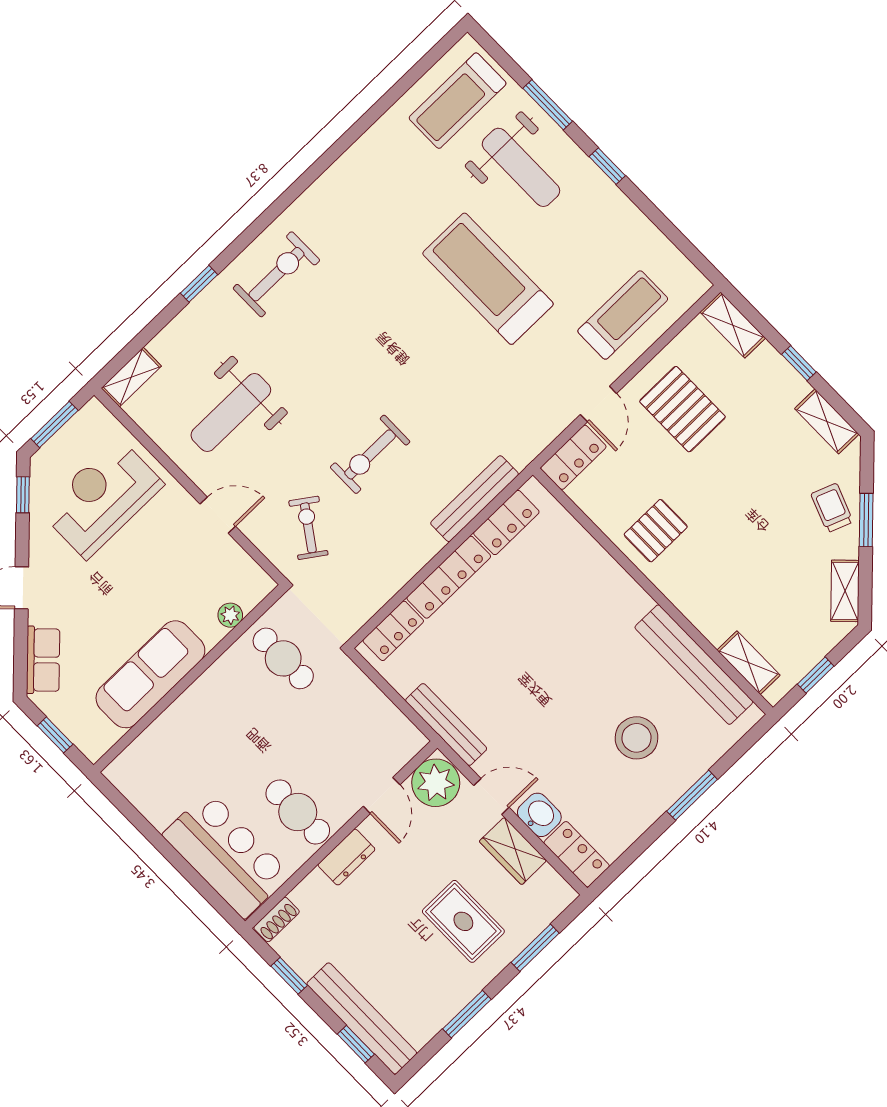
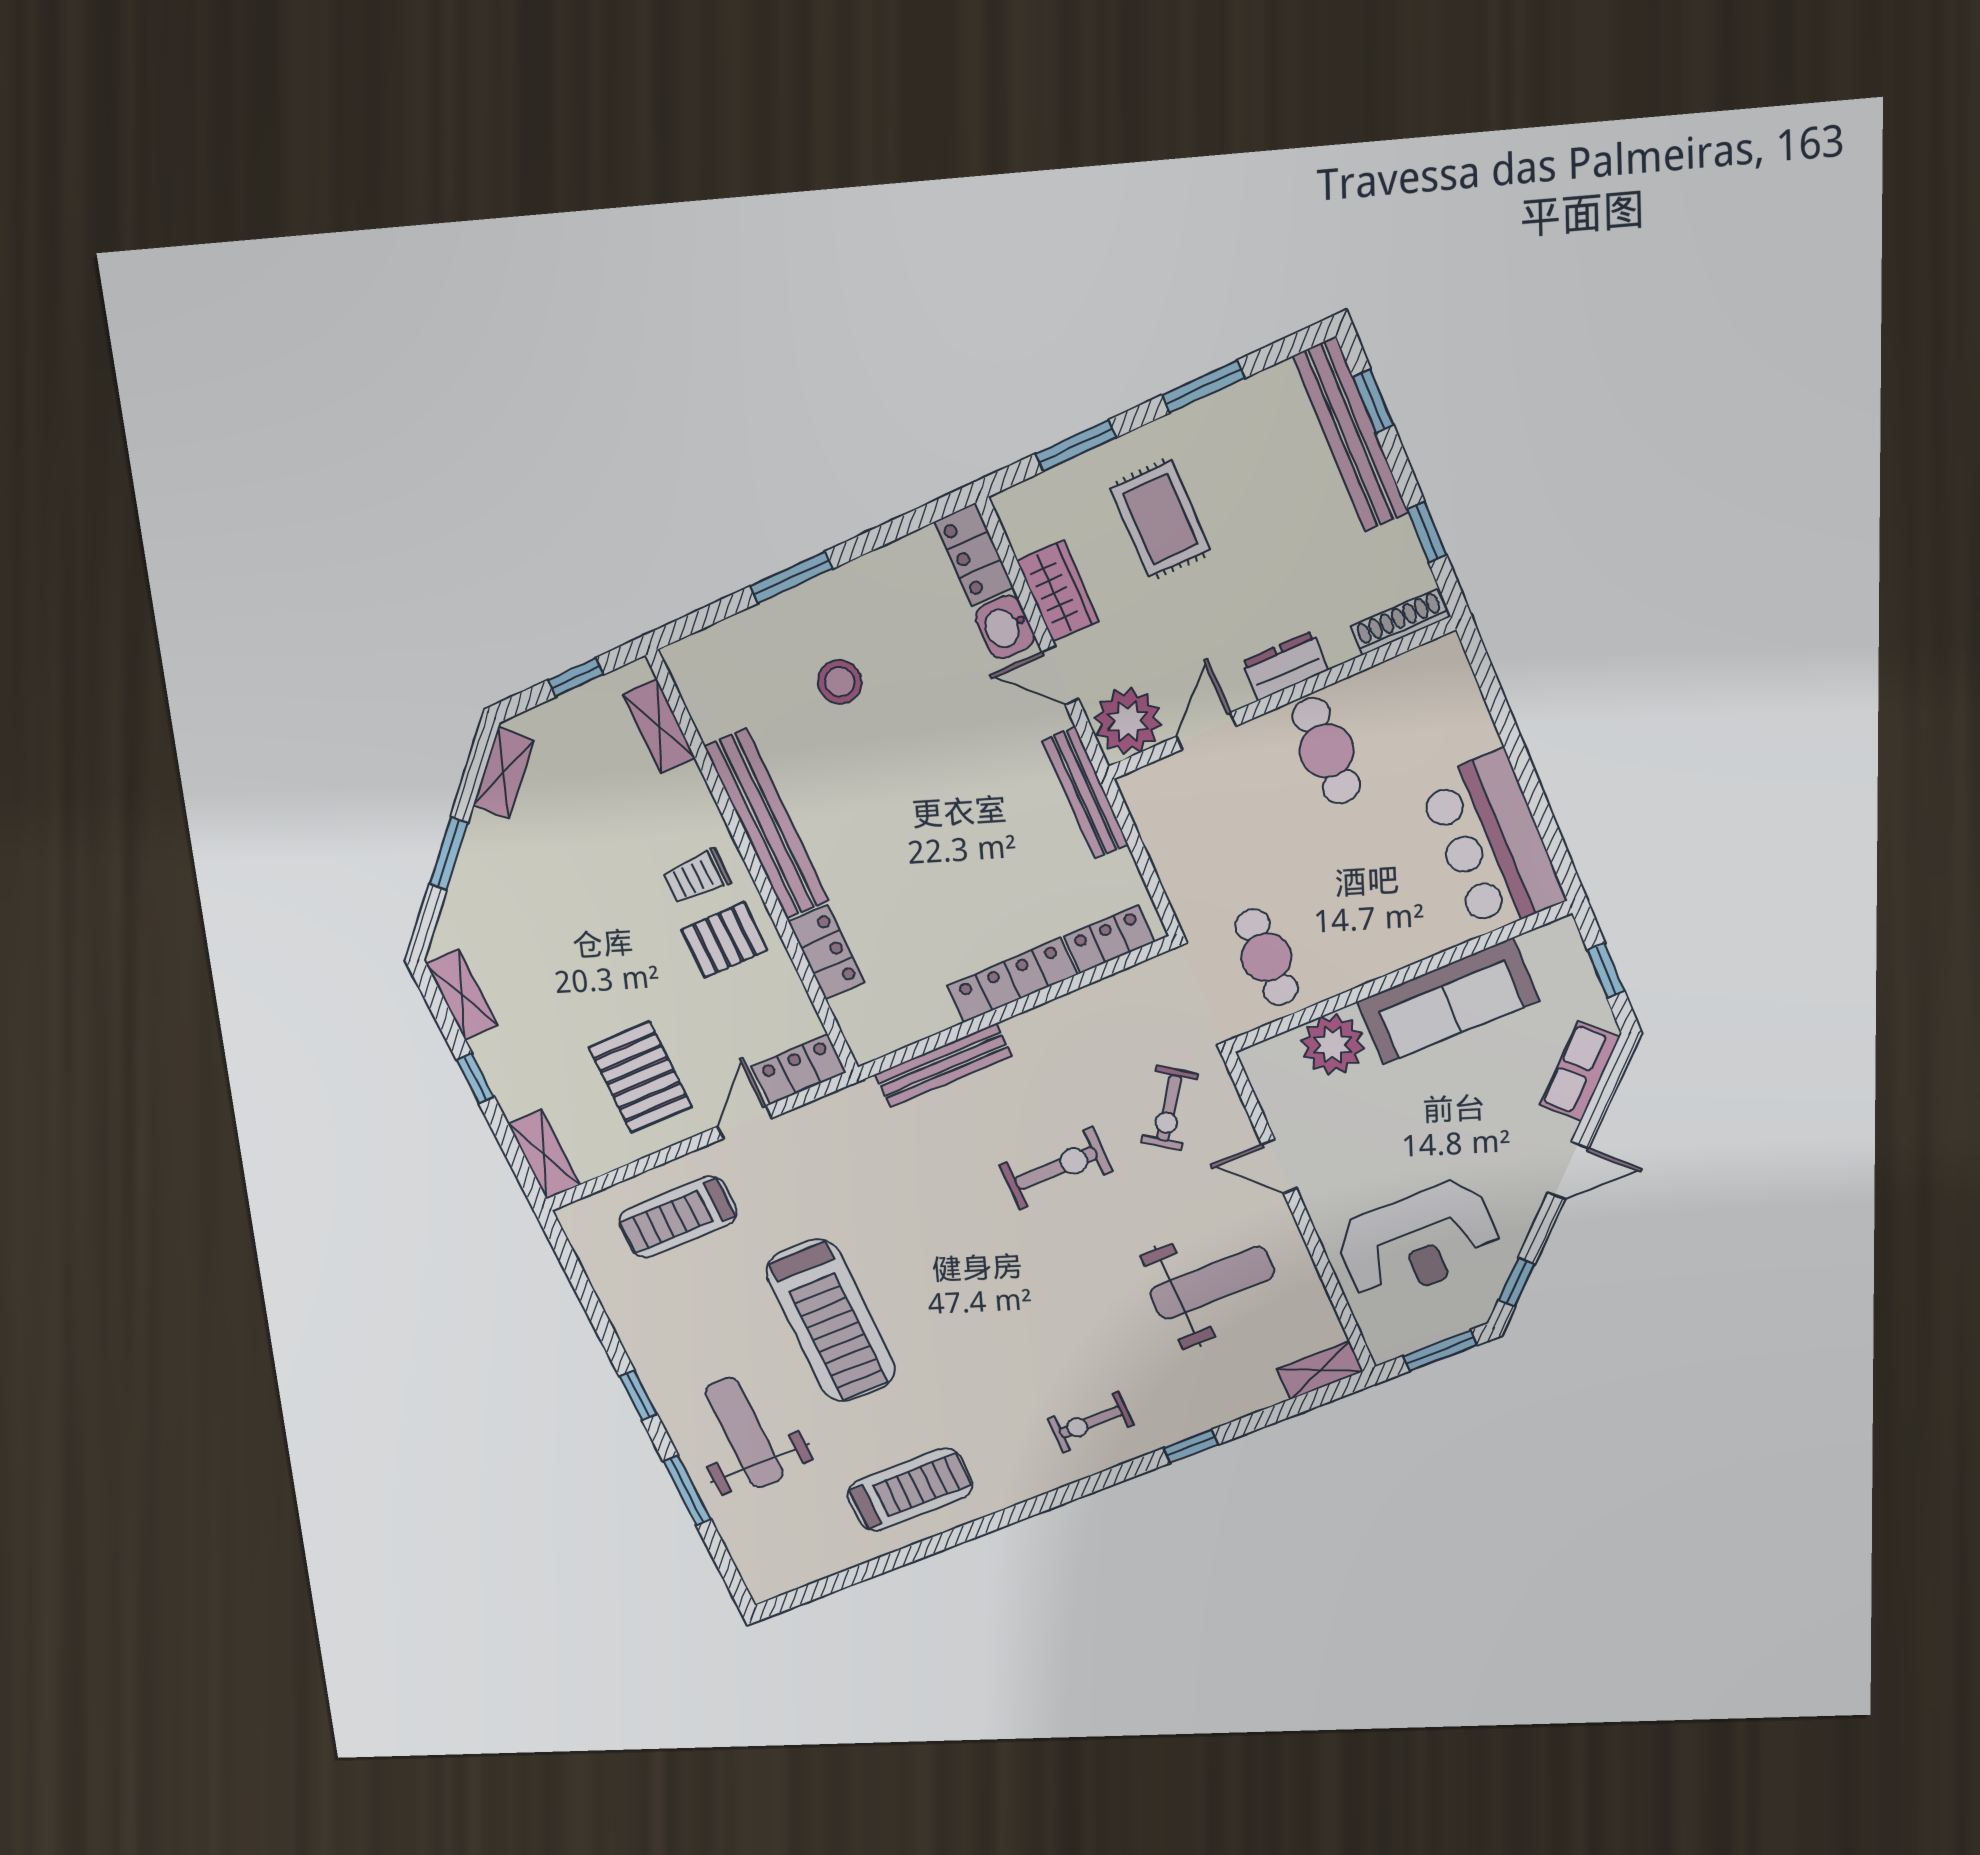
treadmill: (458, 101) -> (910, 1490), moved
exercise bike: (276, 274) -> (1091, 1422), width x0.73, depth x0.72
trolley: (832, 508) -> (697, 876), moved, turned 69
locker: (506, 522) -> (826, 952), moved, turned 90
plant: (230, 615) -> (1333, 1045), width x1.87, depth x1.87
bench: (694, 665) -> (767, 824), moved
stool: (636, 738) -> (840, 682), width x0.73, depth x0.73
bar counter: (226, 854) -> (1492, 843), moved
shoe rack: (277, 920) -> (1400, 622), width x1.43

